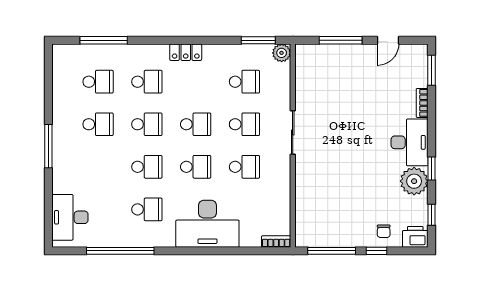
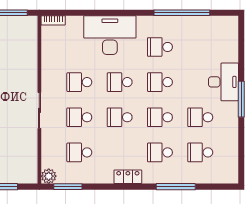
window: (104, 40) -> (176, 187), moved
desk: (70, 217) -> (223, 82), moved

